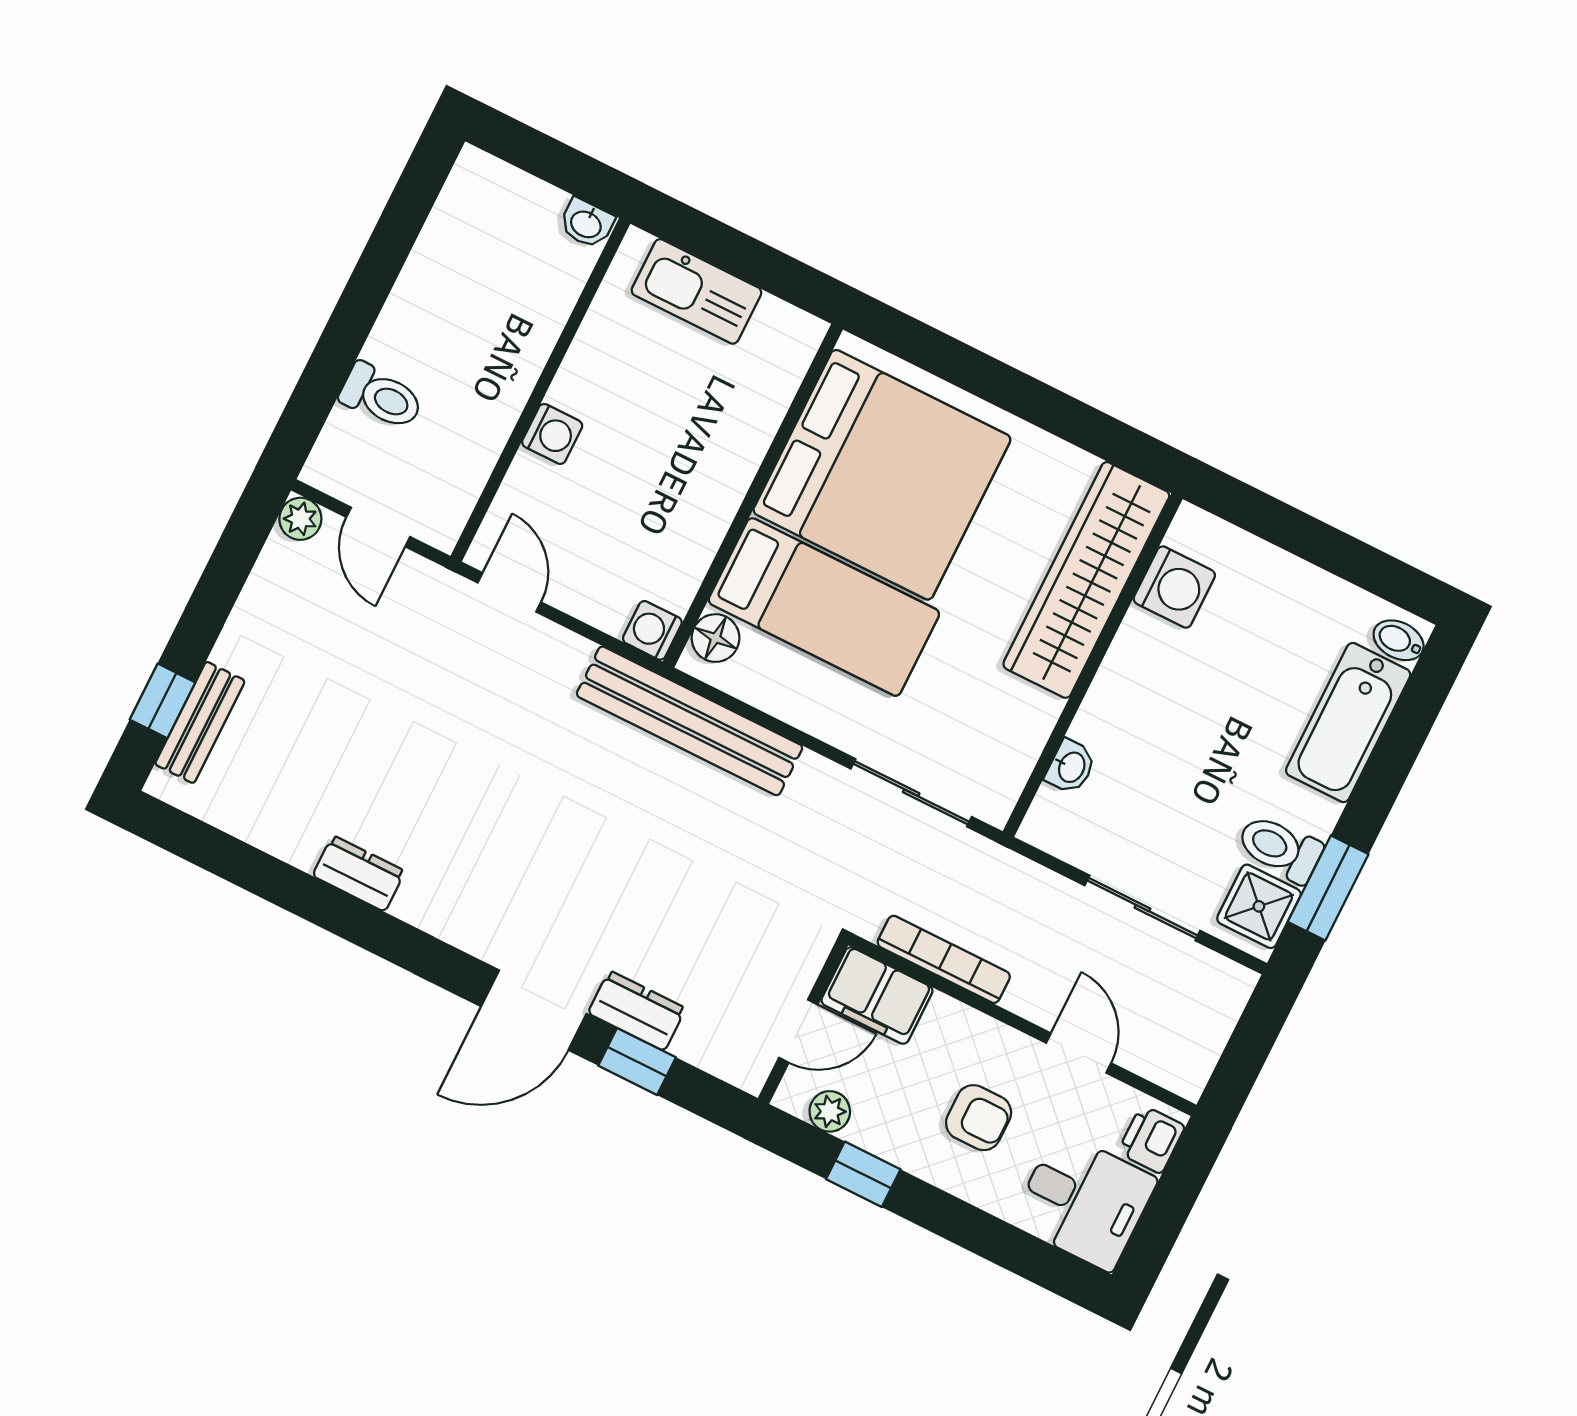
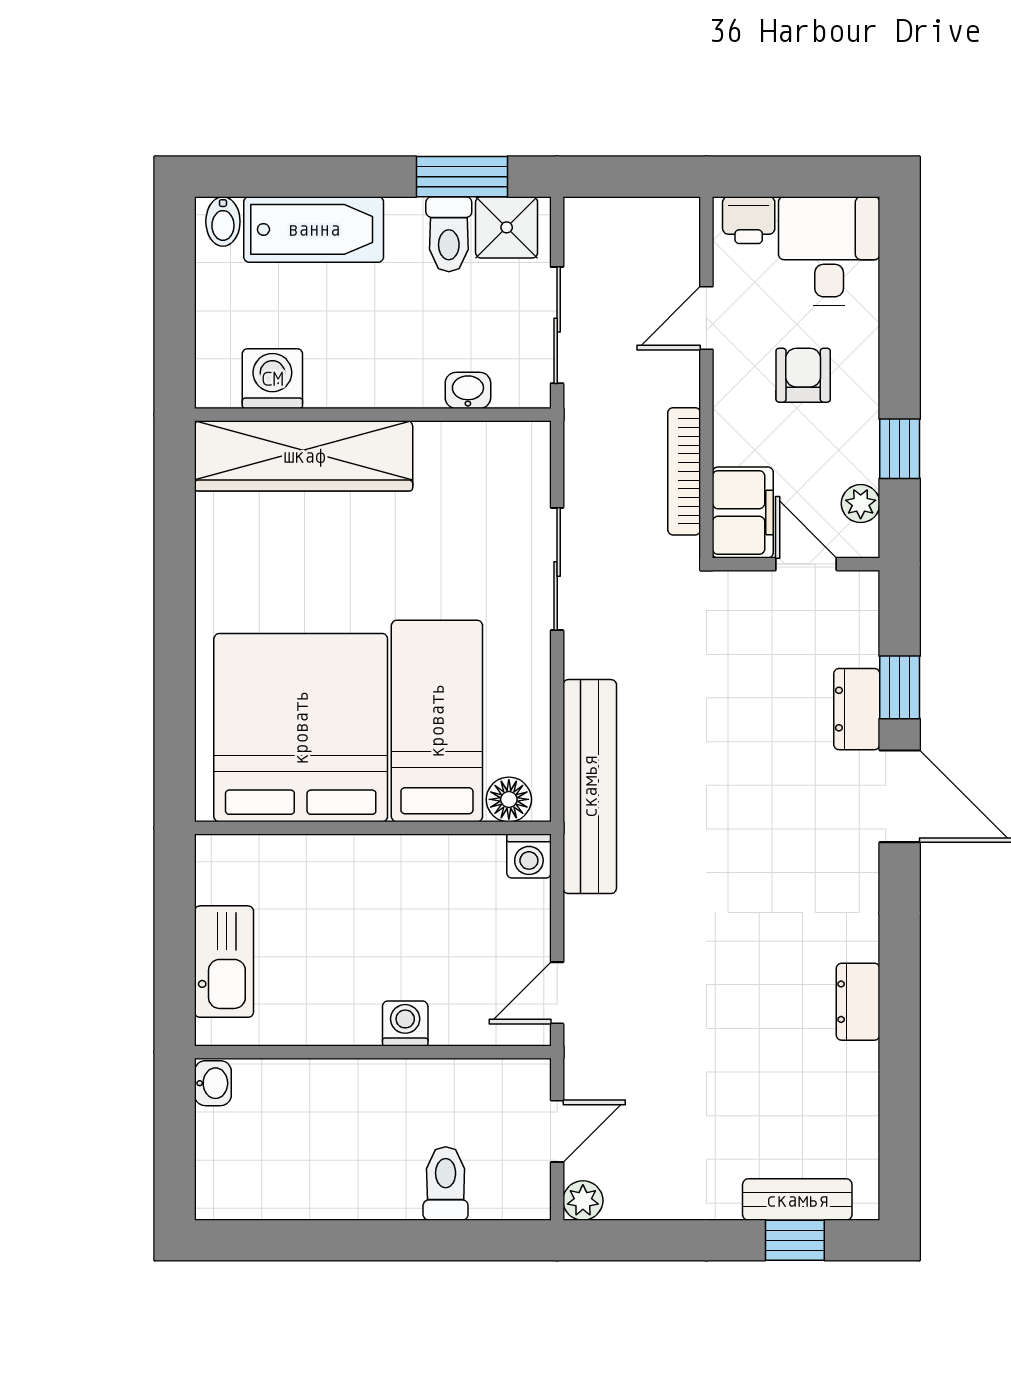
wardrobe: (1086, 580) -> (304, 456), moved
washing machine: (1174, 587) -> (272, 379), moved
wall: (1093, 665) -> (373, 415), moved
washbasin: (1071, 767) -> (468, 390), moved

